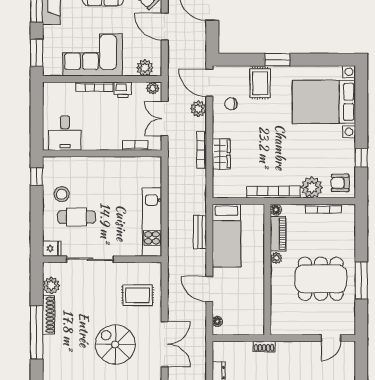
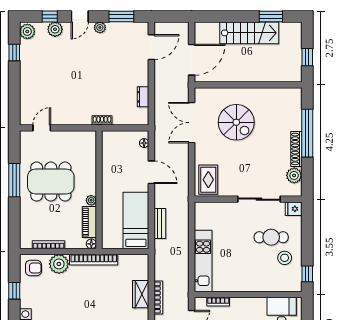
kitchen unit: (152, 222) -> (203, 261), moved
rug: (138, 295) -> (208, 180), moved, turned 90

